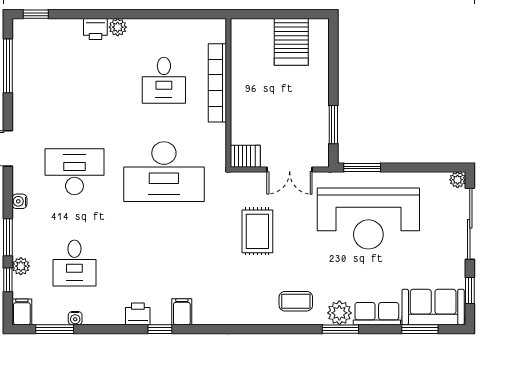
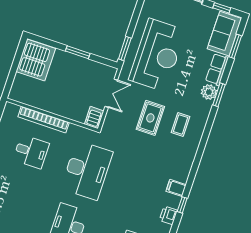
server rack: (291, 42) -> (36, 60), width x1.60
window: (333, 125) -> (78, 52), moved
rug: (257, 231) -> (150, 118), moved, turned 90
coffee table: (296, 301) -> (181, 124), moved

